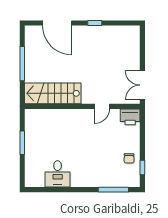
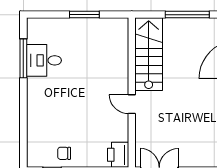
door: (102, 106) -> (132, 104), moved
window: (113, 190) -> (23, 58), moved

